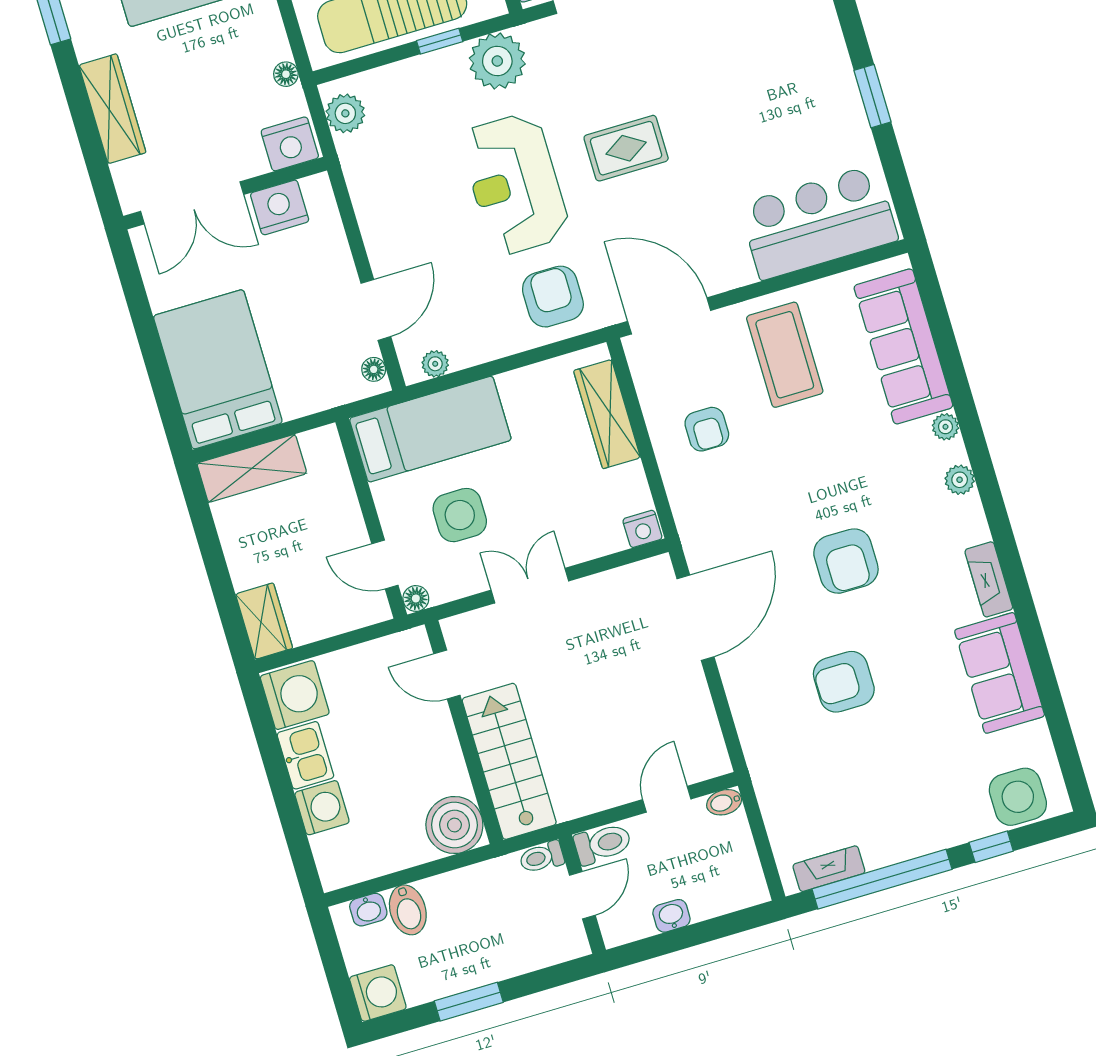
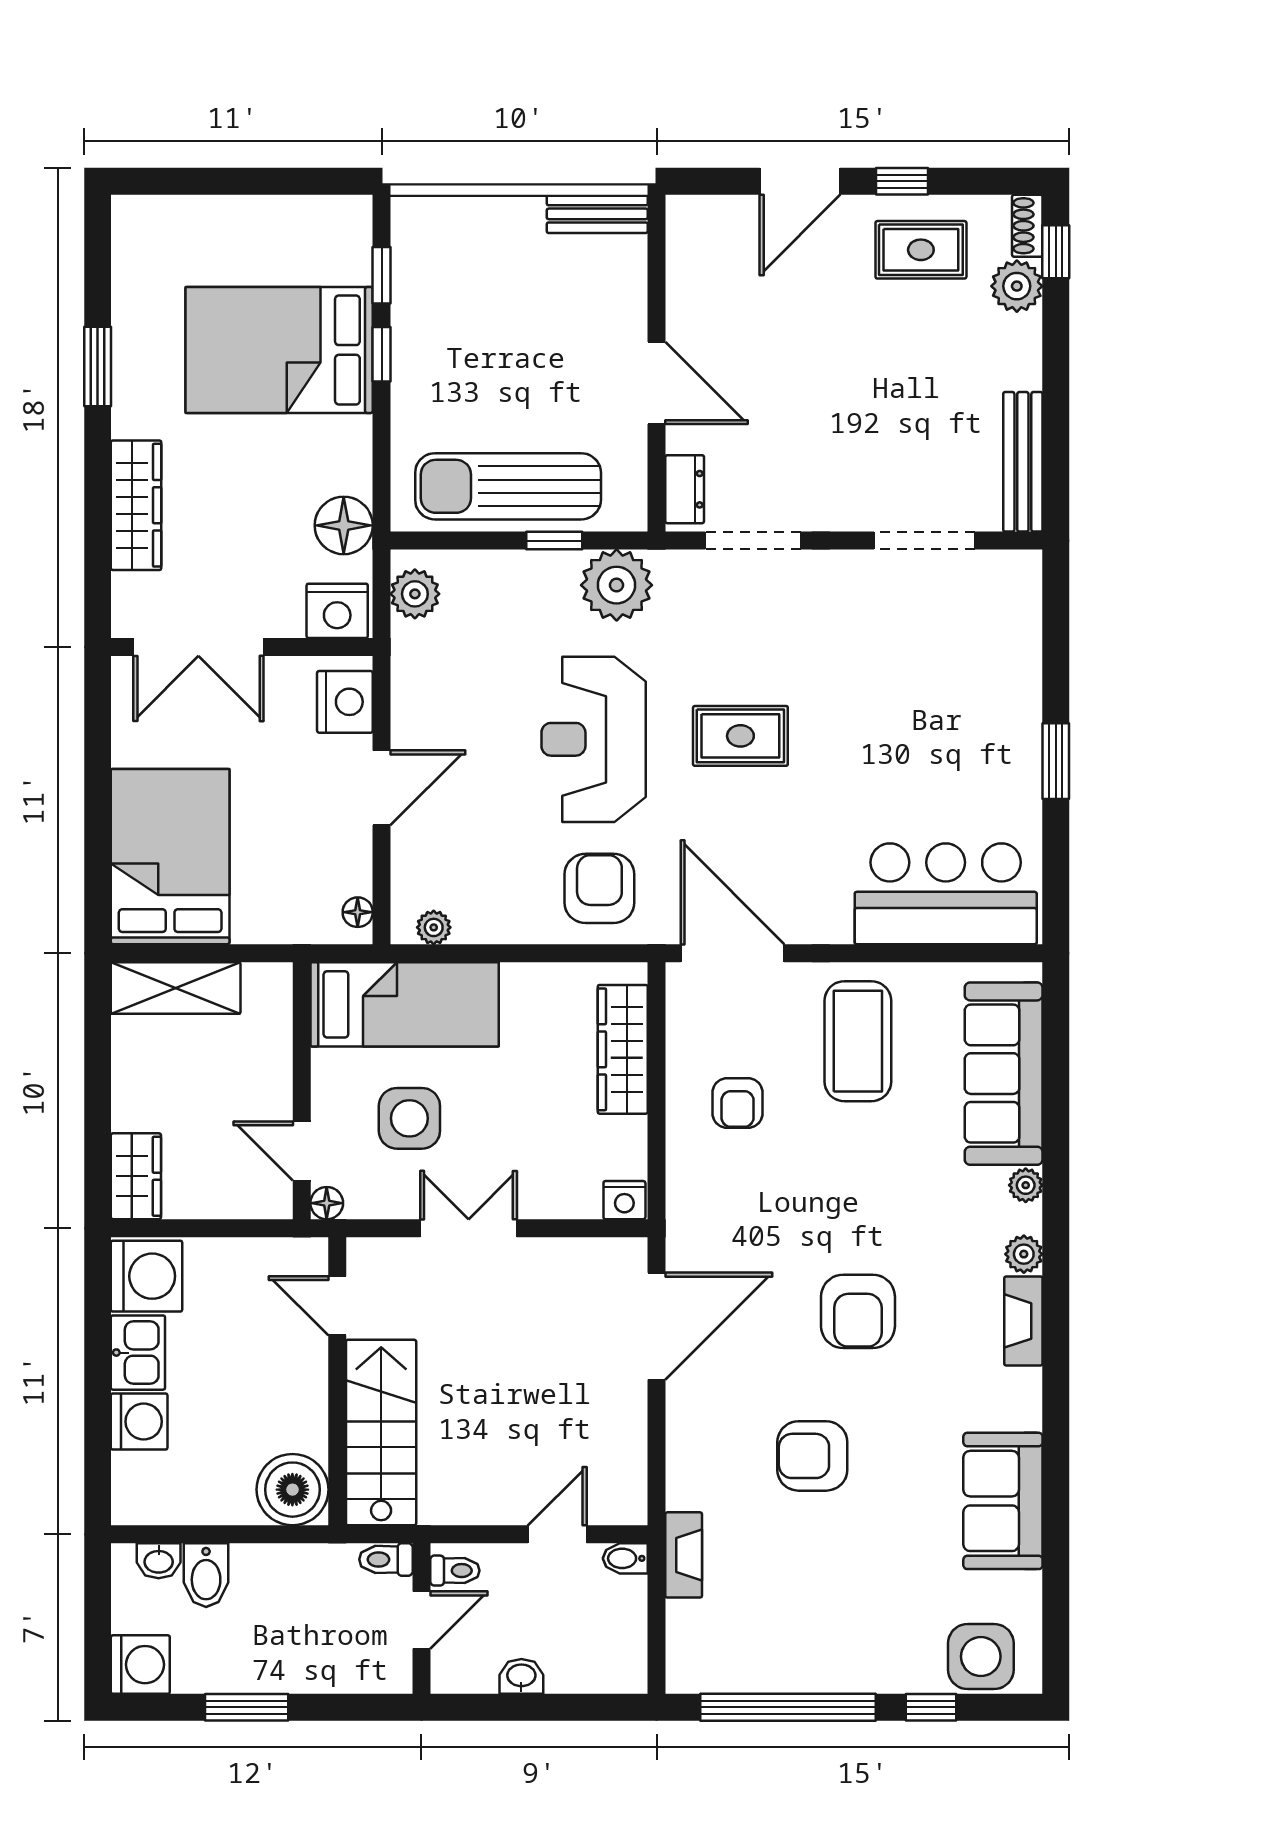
floor lamp: (286, 74) -> (344, 525), width x1.89, depth x1.89
nightstand: (280, 207) -> (345, 702), moved, turned 90
door: (376, 310) -> (382, 788), moved
fireplace: (989, 579) -> (1023, 1321), moved
toilet: (603, 844) -> (455, 1571), width x0.73, depth x0.72
fireplace: (829, 869) -> (684, 1555), moved, turned 90

